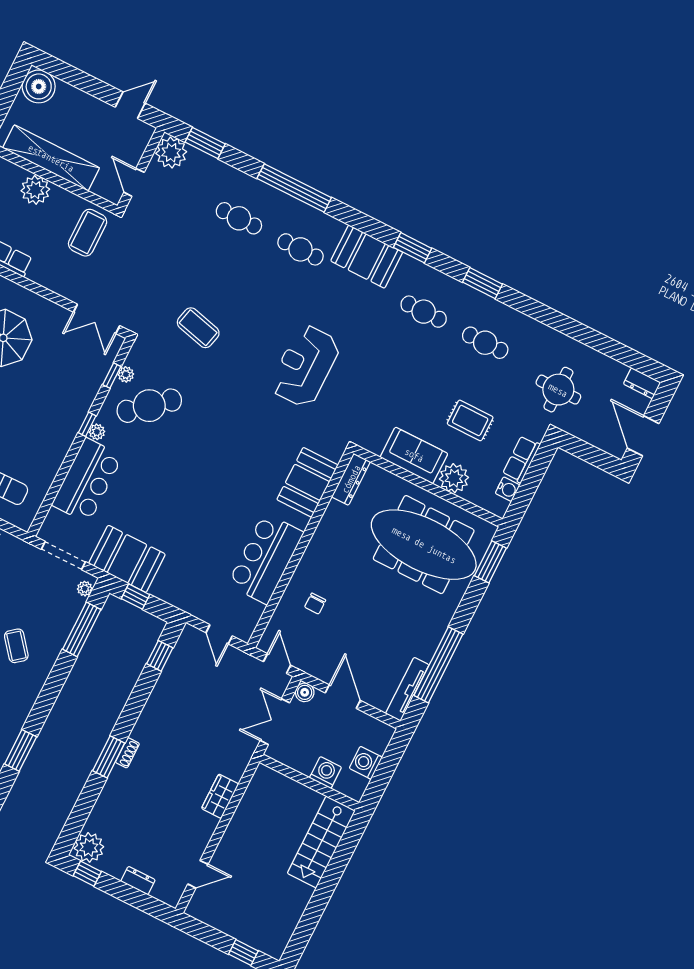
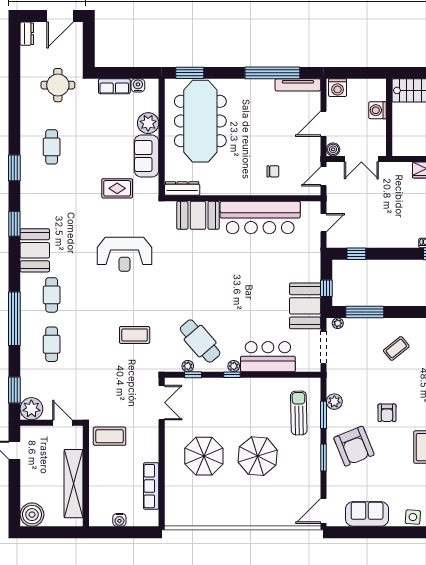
door: (134, 182) -> (62, 423), swing flipped
plant: (35, 190) -> (99, 483), removed
cafe table: (424, 312) -> (52, 196), removed
coffee table: (198, 328) -> (135, 335), turned 76
rug: (470, 420) -> (117, 188), moved, turned 90
bar counter: (266, 559) -> (260, 217), width x1.36
washing machine: (366, 763) -> (338, 88), moved

